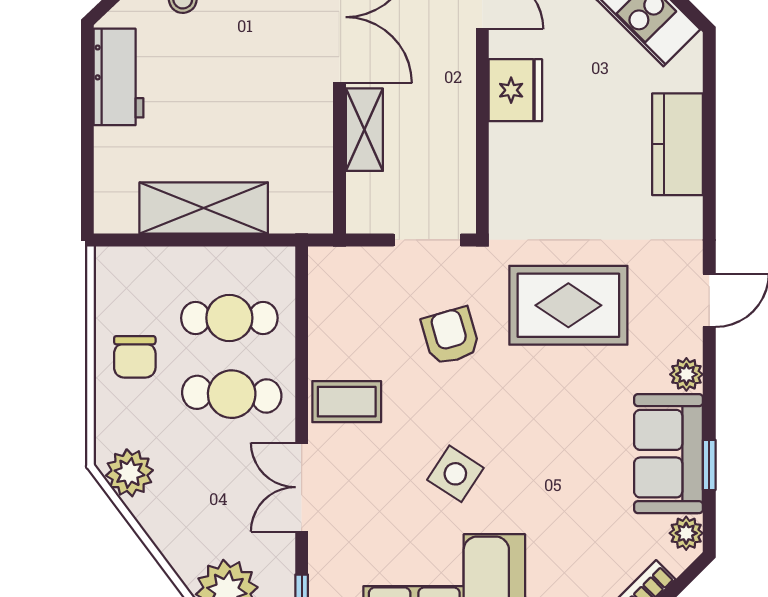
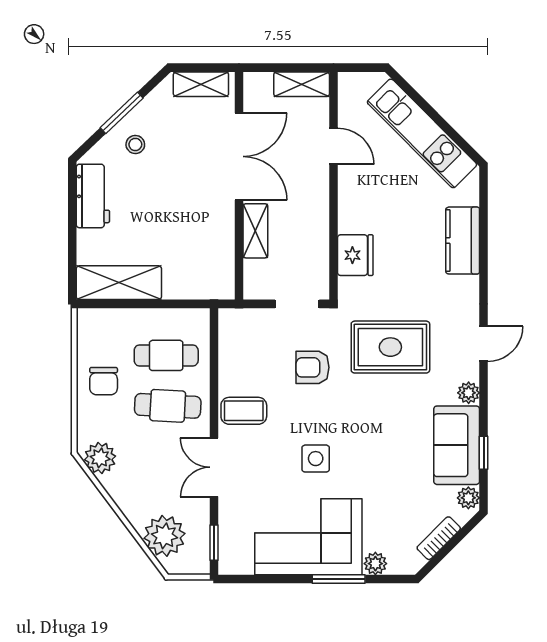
fridge: (515, 90) -> (355, 255), moved
shelving: (204, 208) -> (119, 283), moved
armchair: (451, 336) -> (312, 367), turned -74
side table: (455, 474) -> (316, 459), turned -33

